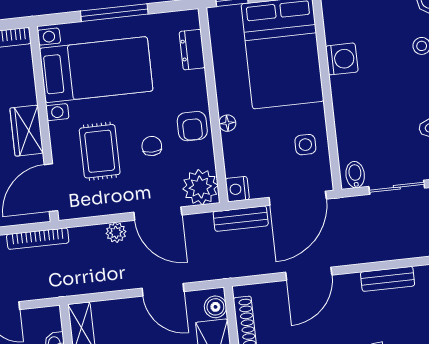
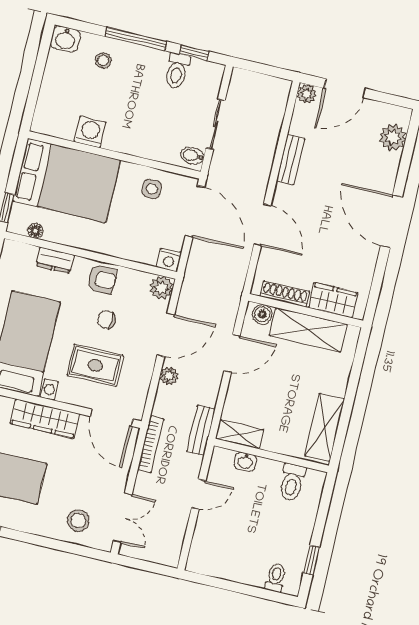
dresser: (192, 50) -> (55, 260), moved
floor lamp: (227, 123) -> (35, 231), moved
wardrobe: (27, 131) -> (45, 419), width x1.50
plant: (200, 187) -> (161, 288), width x0.73, depth x0.73
bench: (241, 219) -> (201, 430), moved

